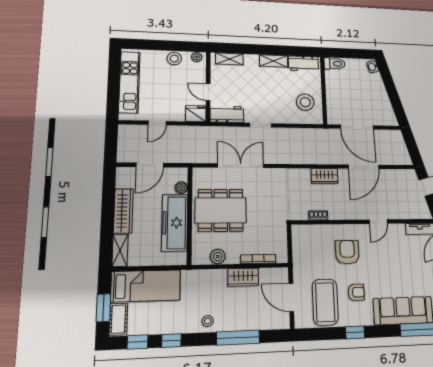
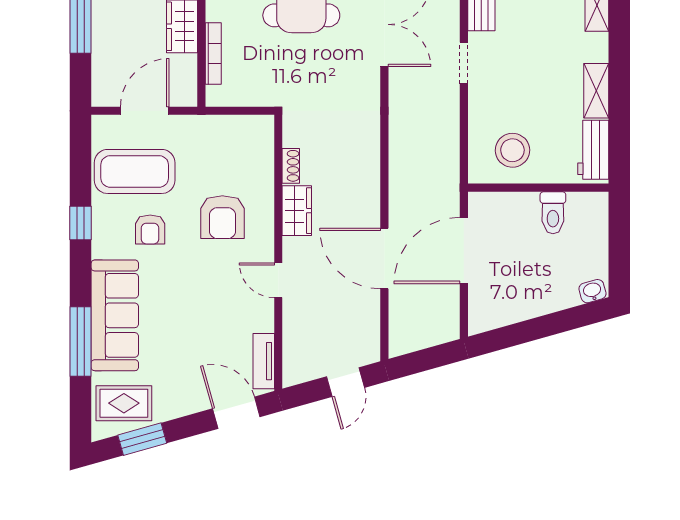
toilet: (335, 64) -> (553, 213), moved
wardrobe: (324, 176) -> (297, 211), moved, turned 180
armchair: (347, 252) -> (222, 217), turned 90

